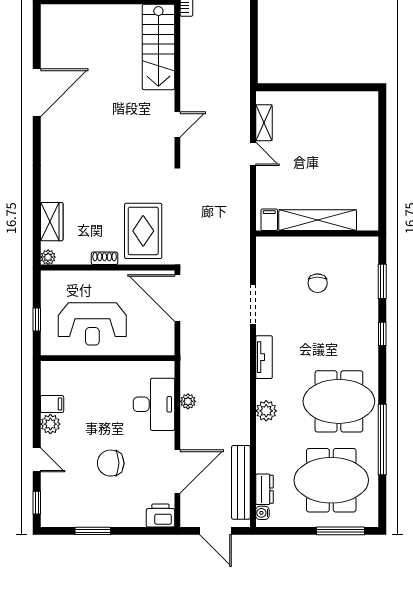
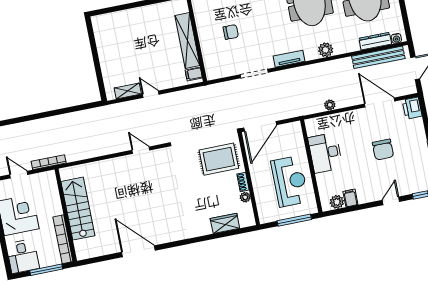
stairs: (158, 47) -> (78, 209), moved, turned -90
door: (253, 154) -> (151, 94), hinge flipped
plant: (48, 257) -> (245, 197), moved
window: (37, 319) -> (294, 220), width x2.17
desk: (154, 404) -> (325, 153), moved, turned -90
plant: (50, 424) -> (337, 202), moved
dresser: (264, 489) -> (375, 41), width x1.44

